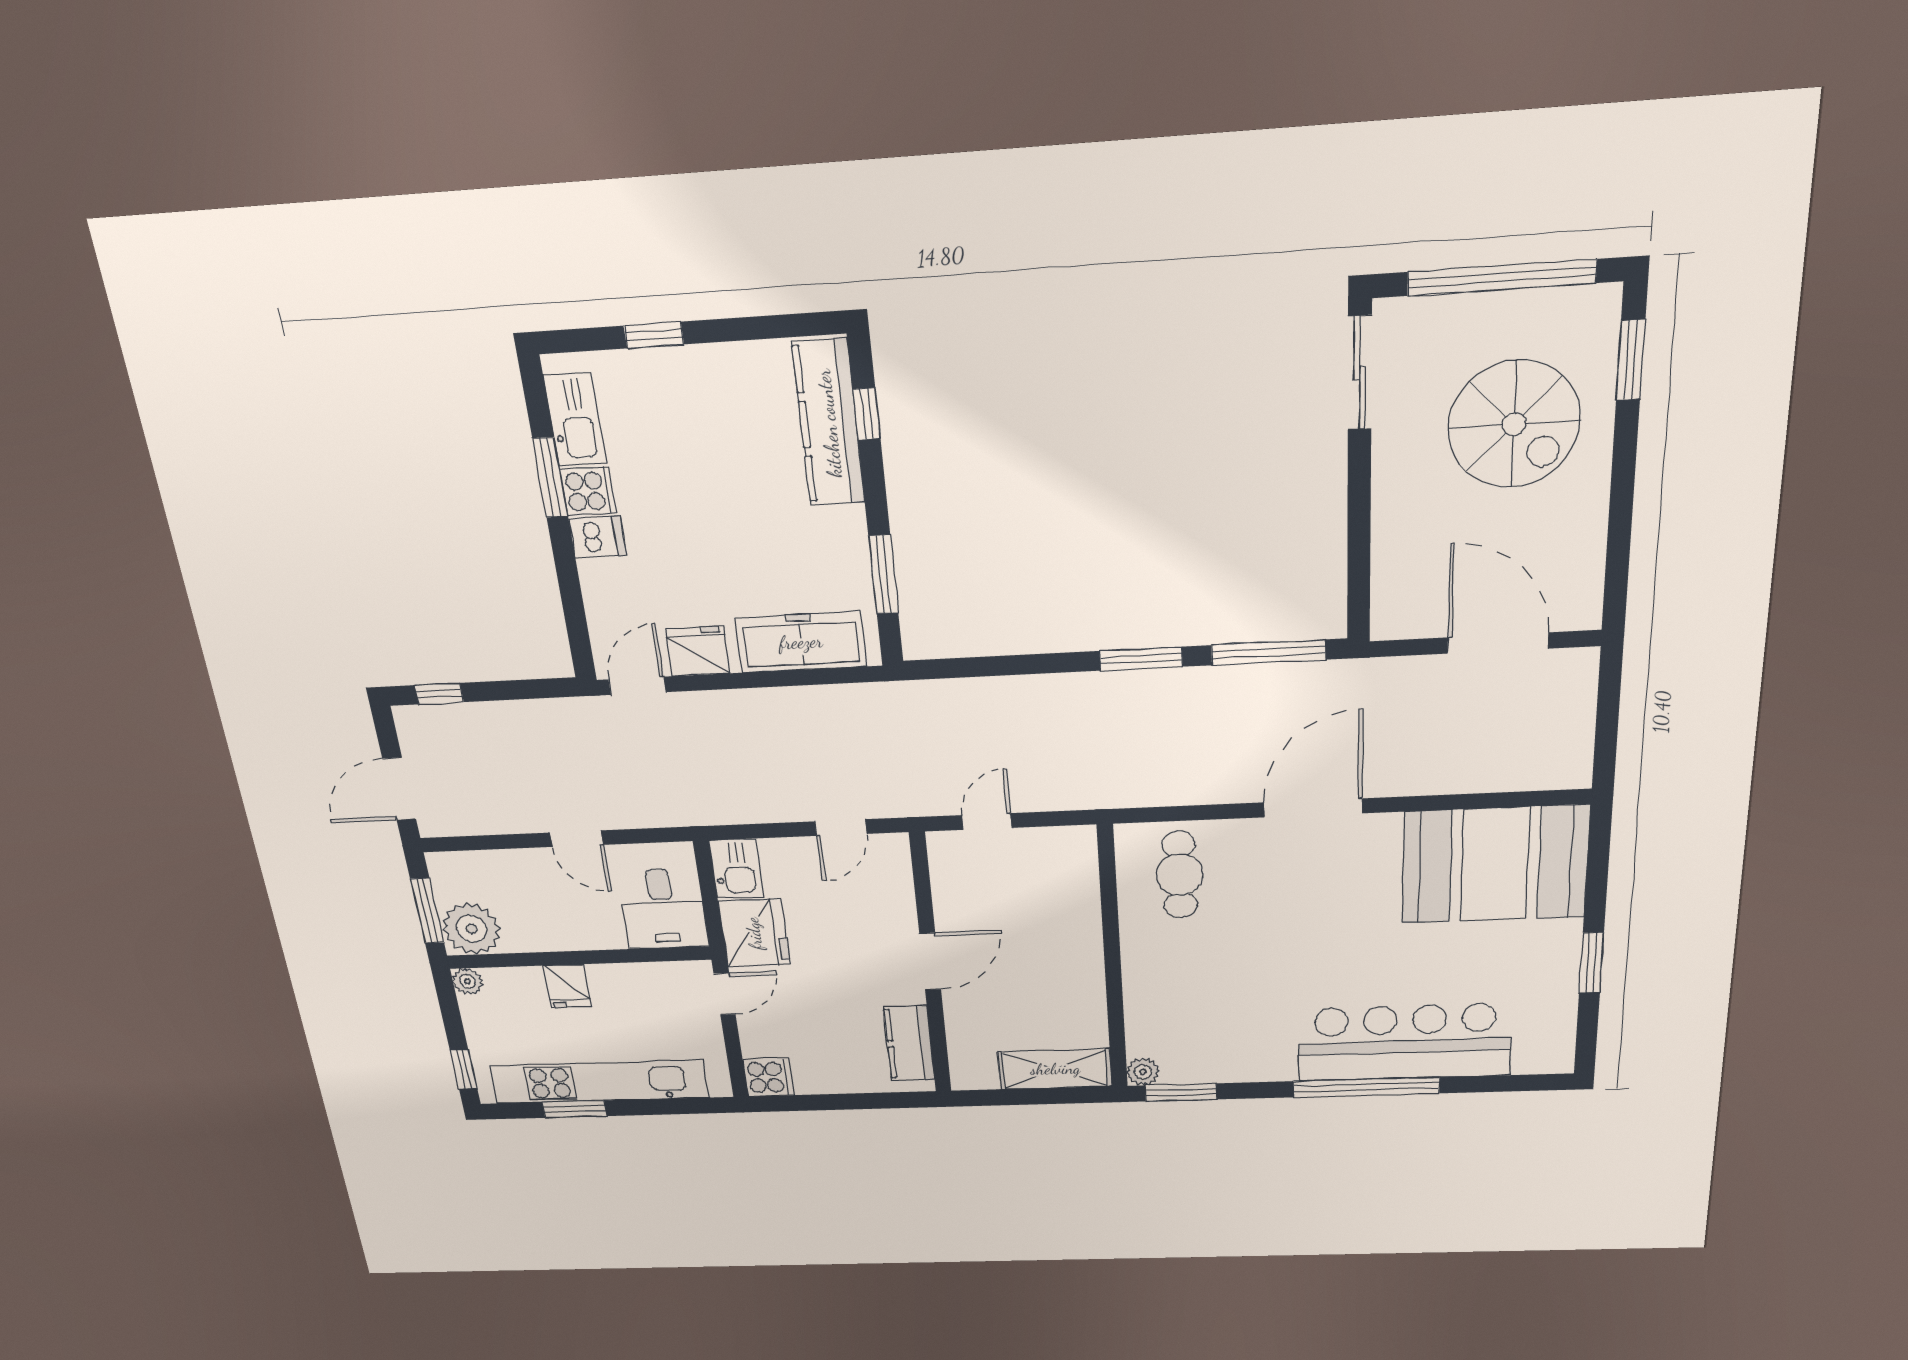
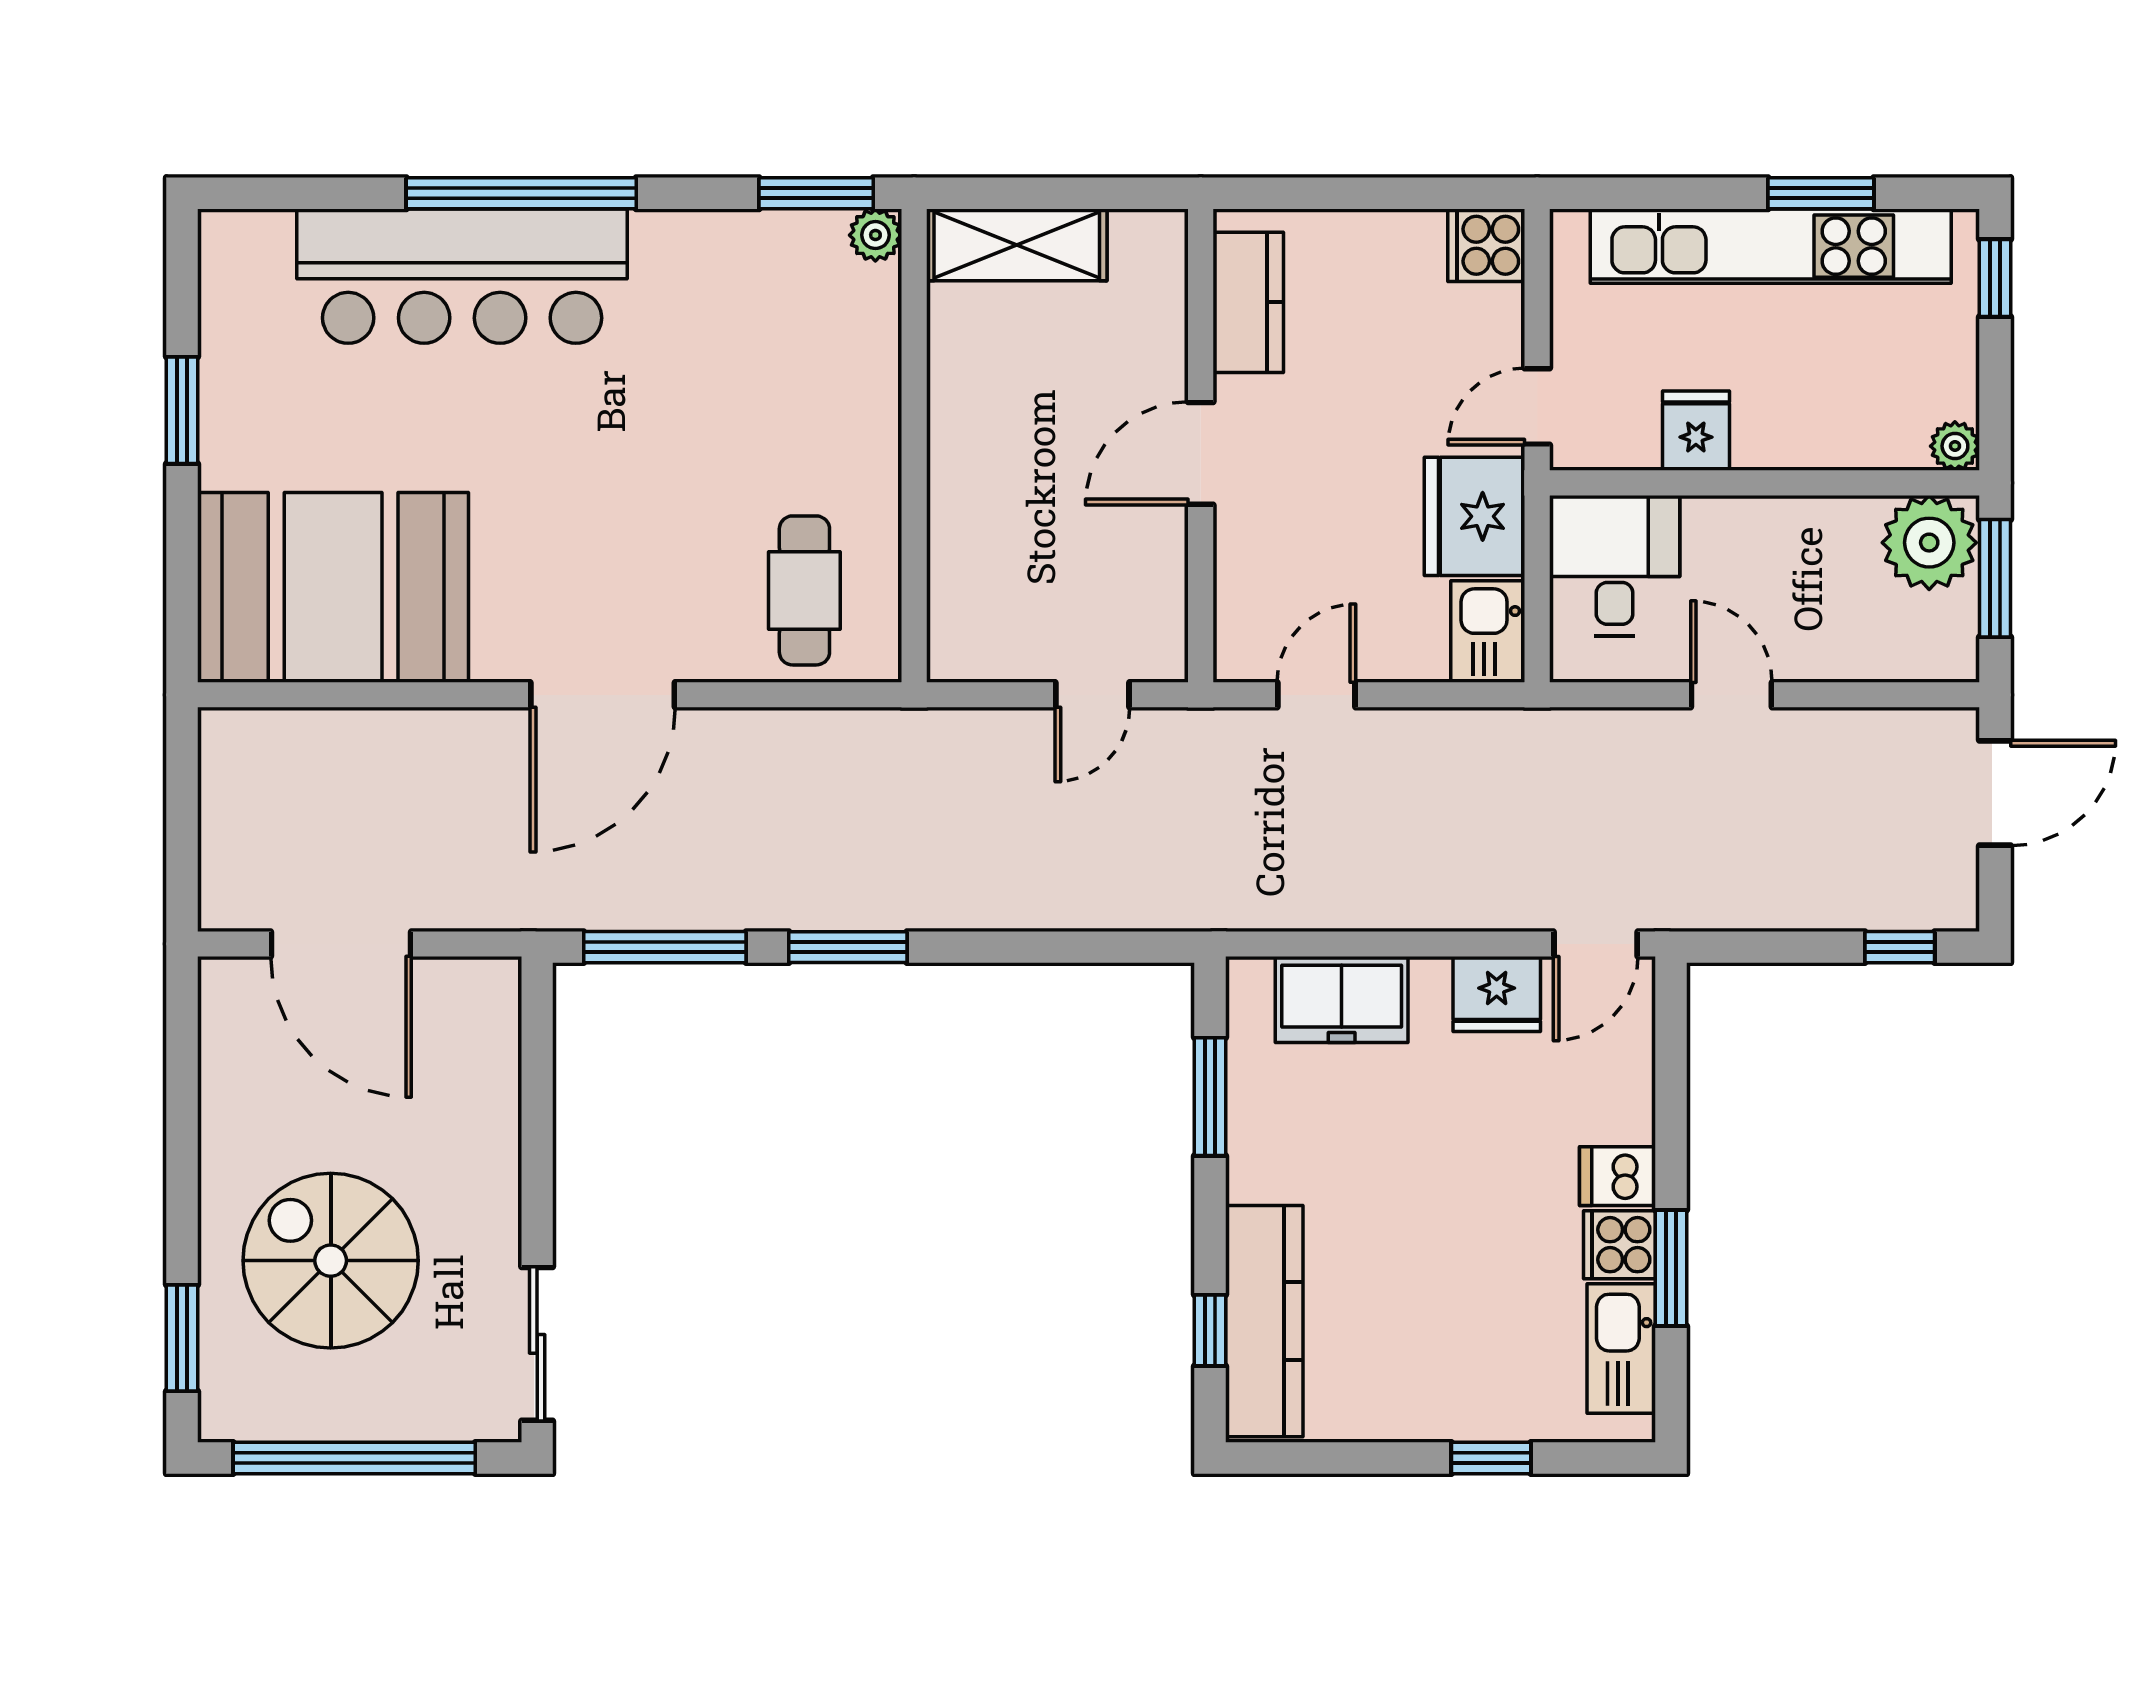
freezer: (801, 642) -> (1342, 1000), width x0.71
fridge: (567, 986) -> (1696, 431), moved

